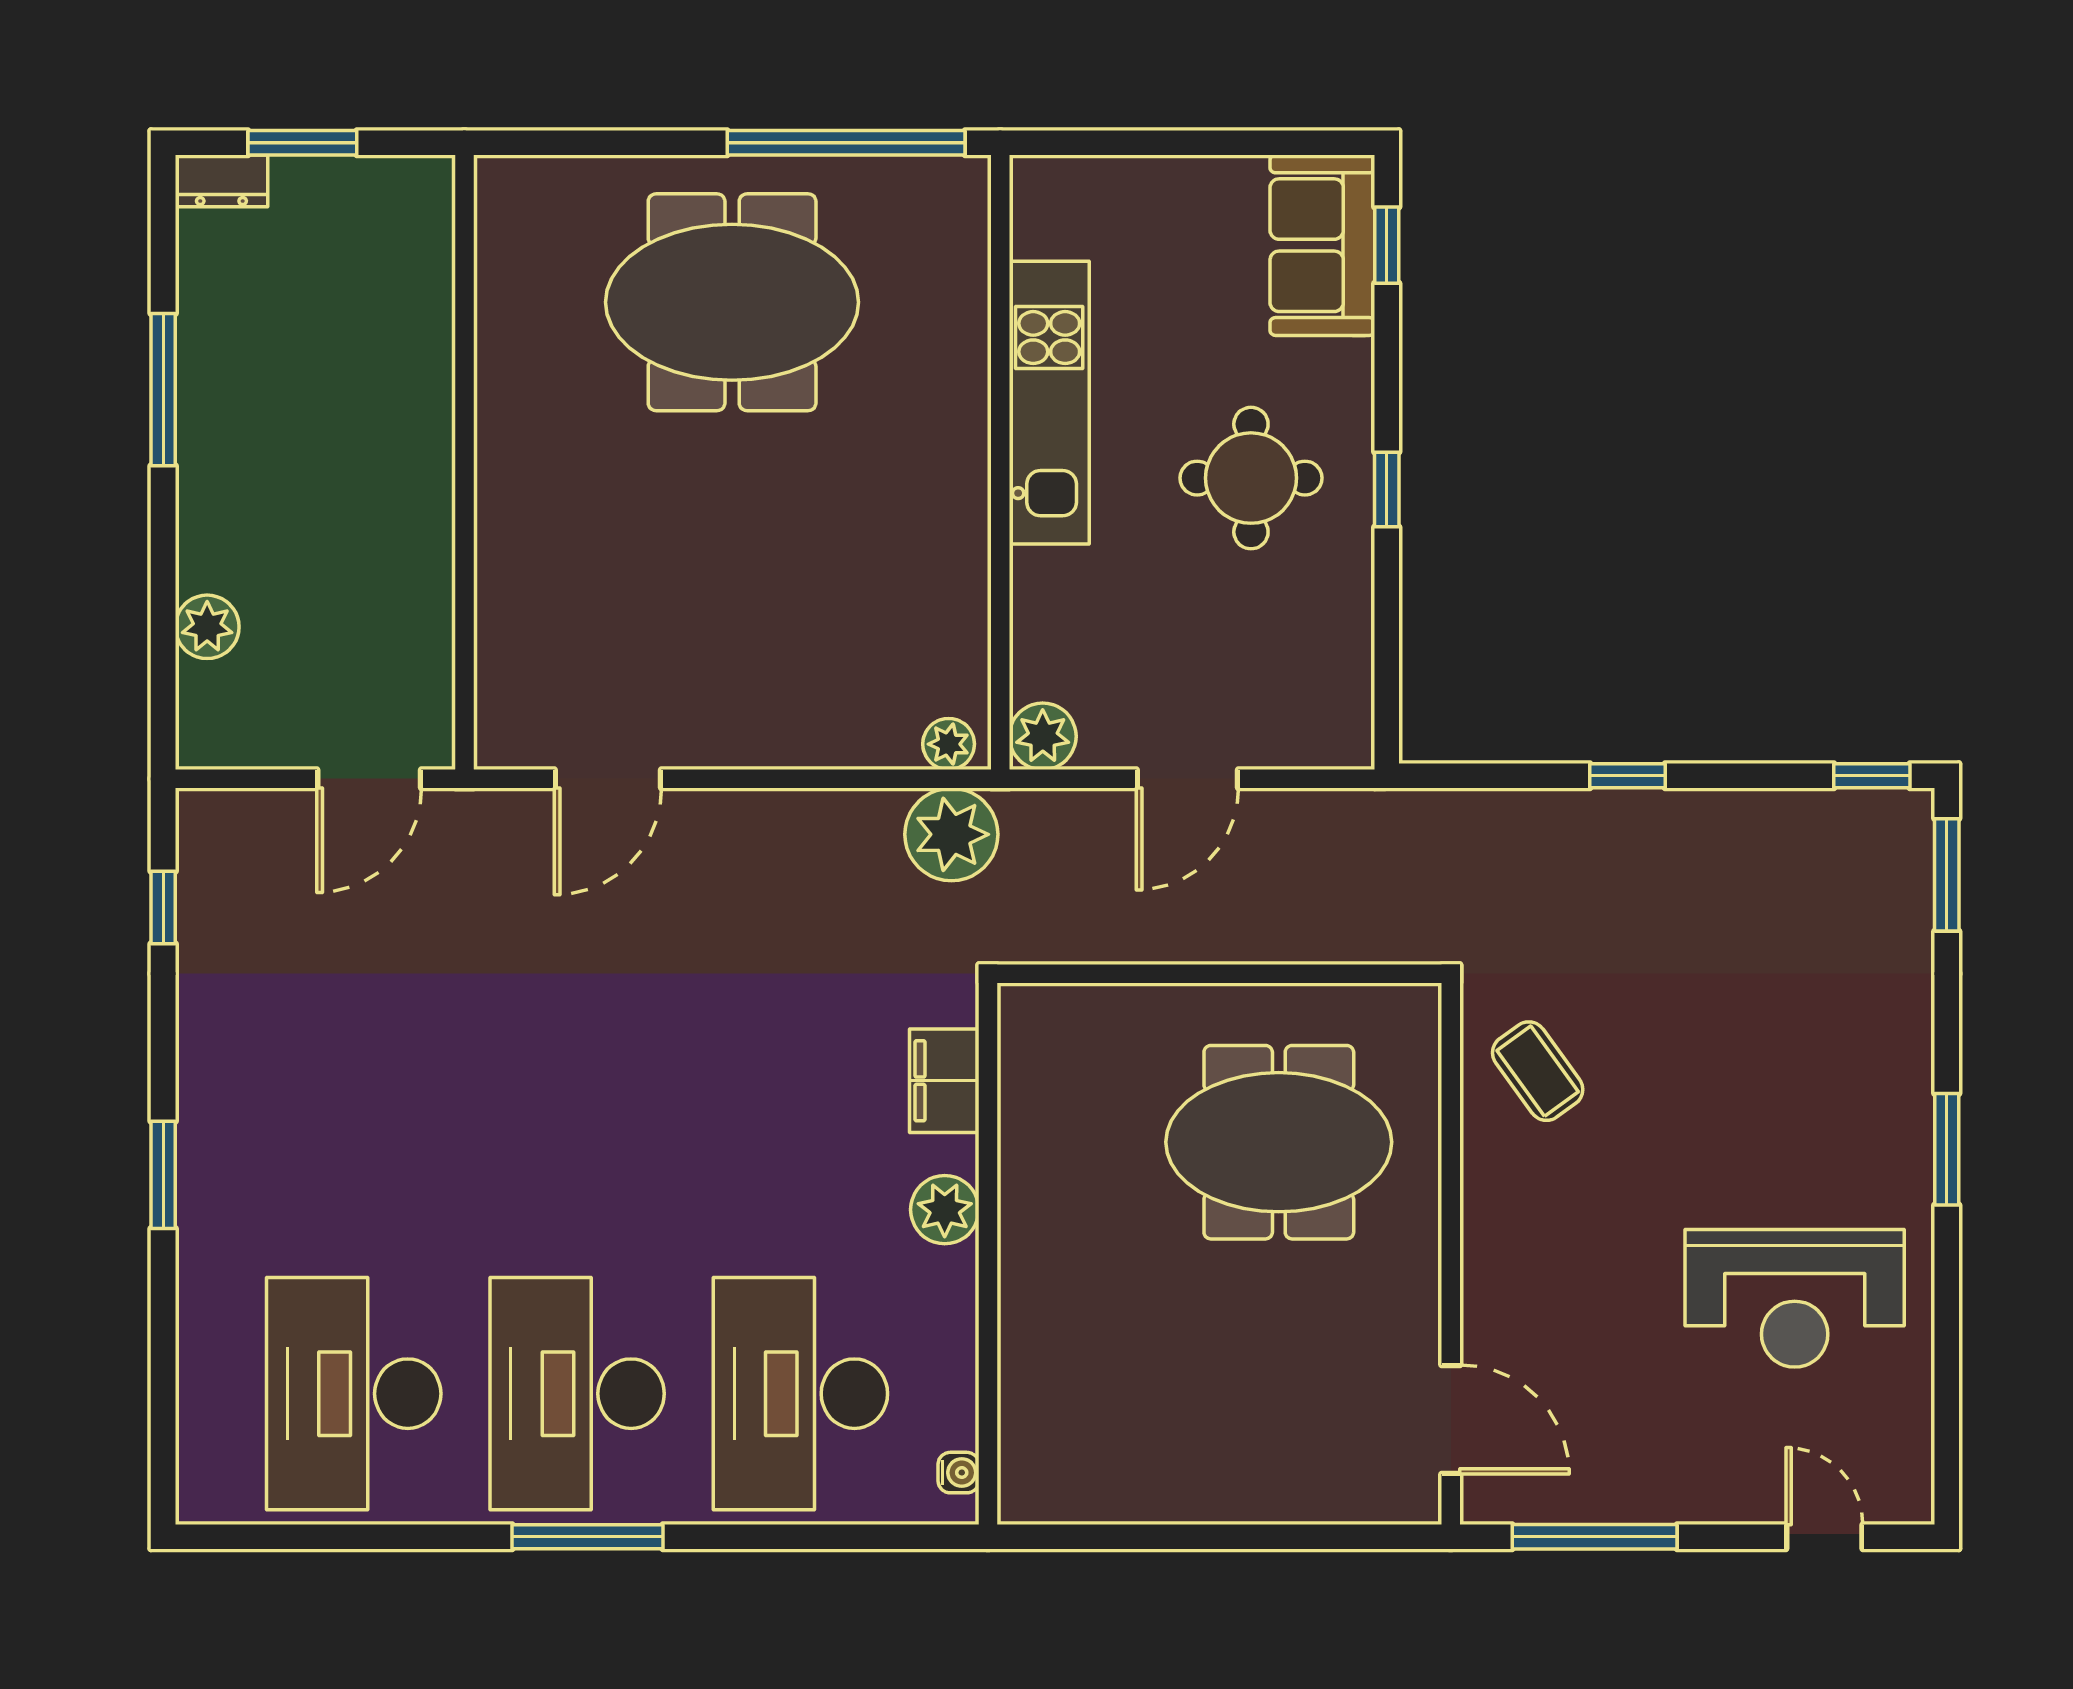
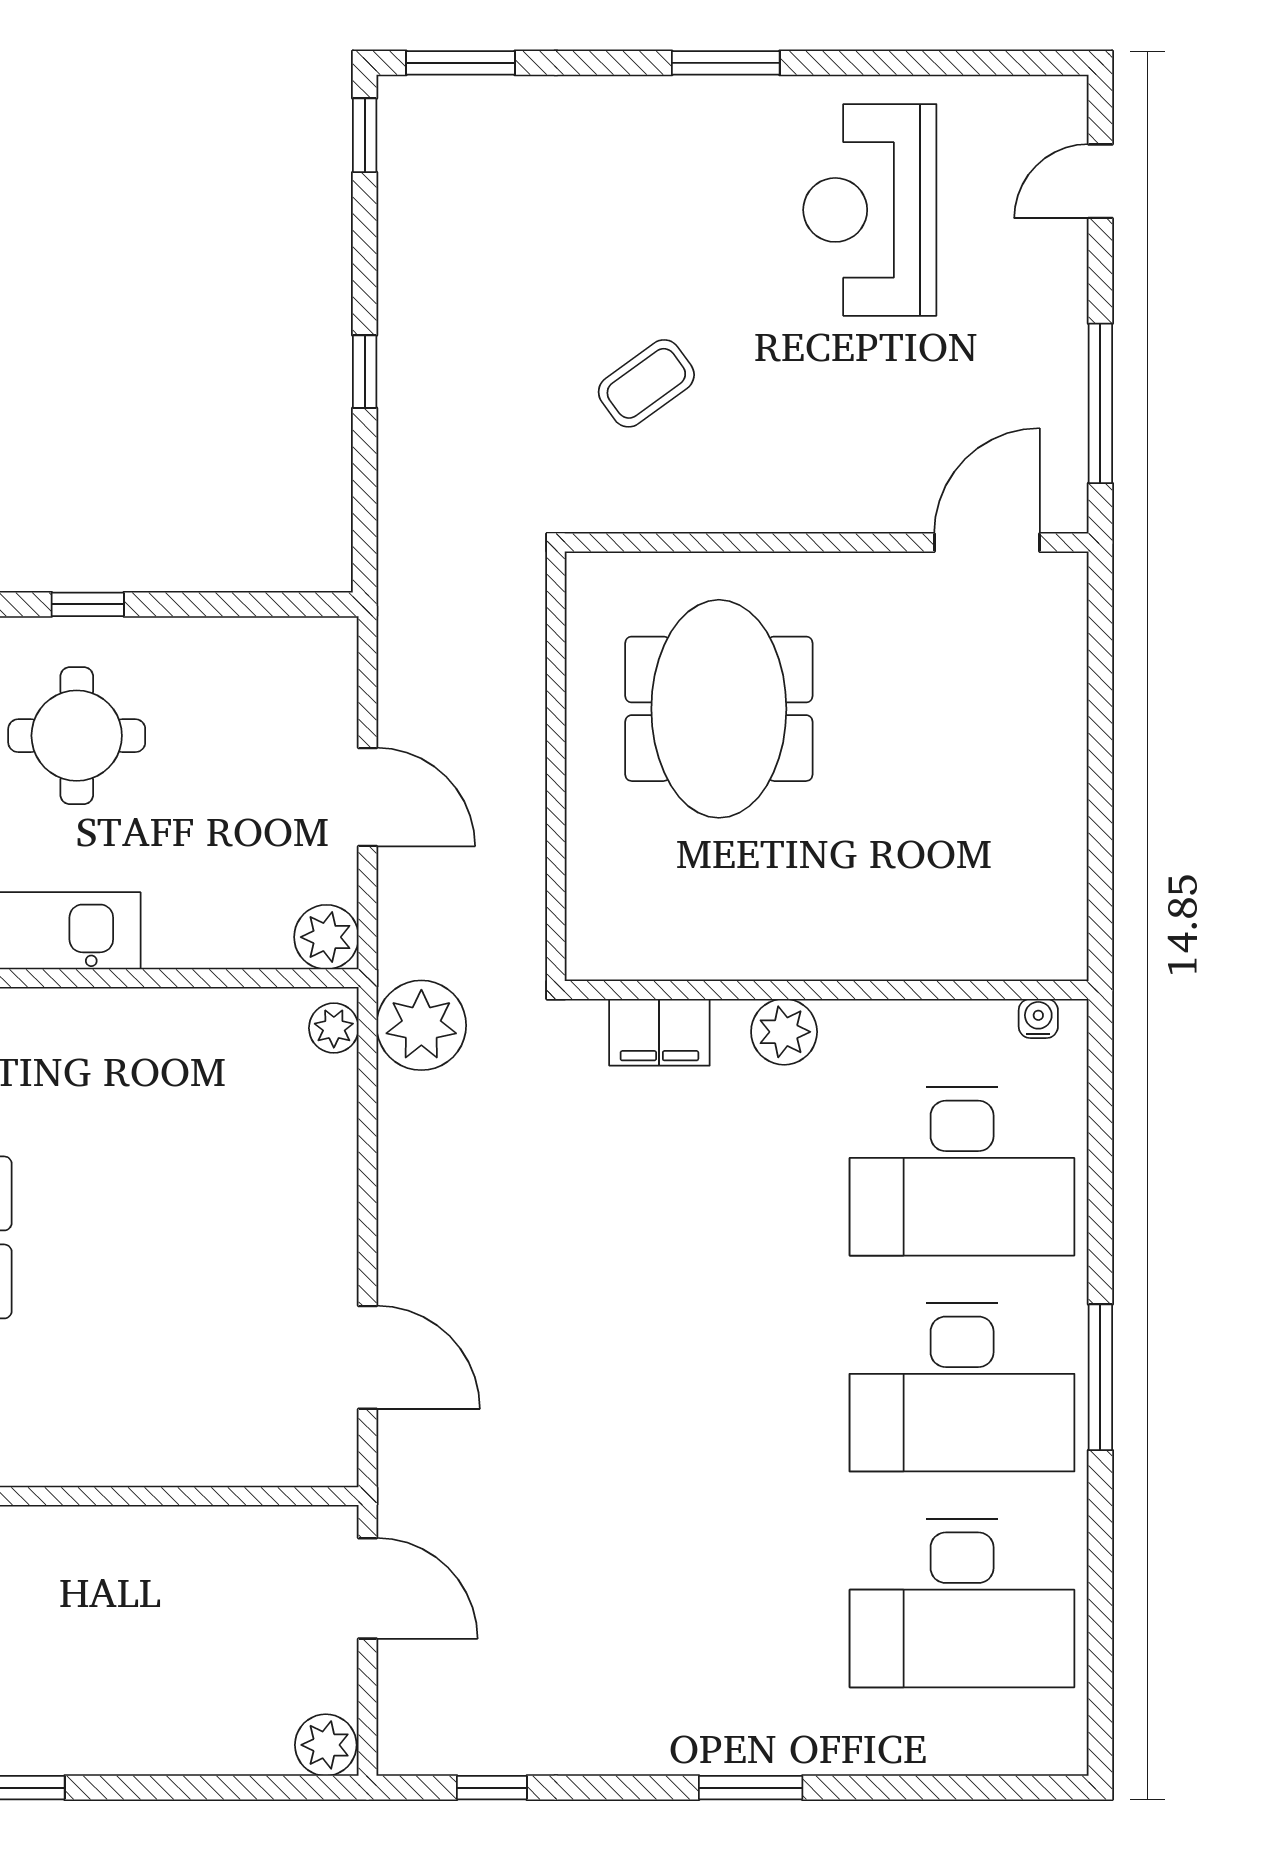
plant: (207, 627) -> (326, 1745), moved
coffee table: (1538, 1071) -> (646, 383), moved
reception desk: (1795, 1298) -> (870, 210), turned 180

